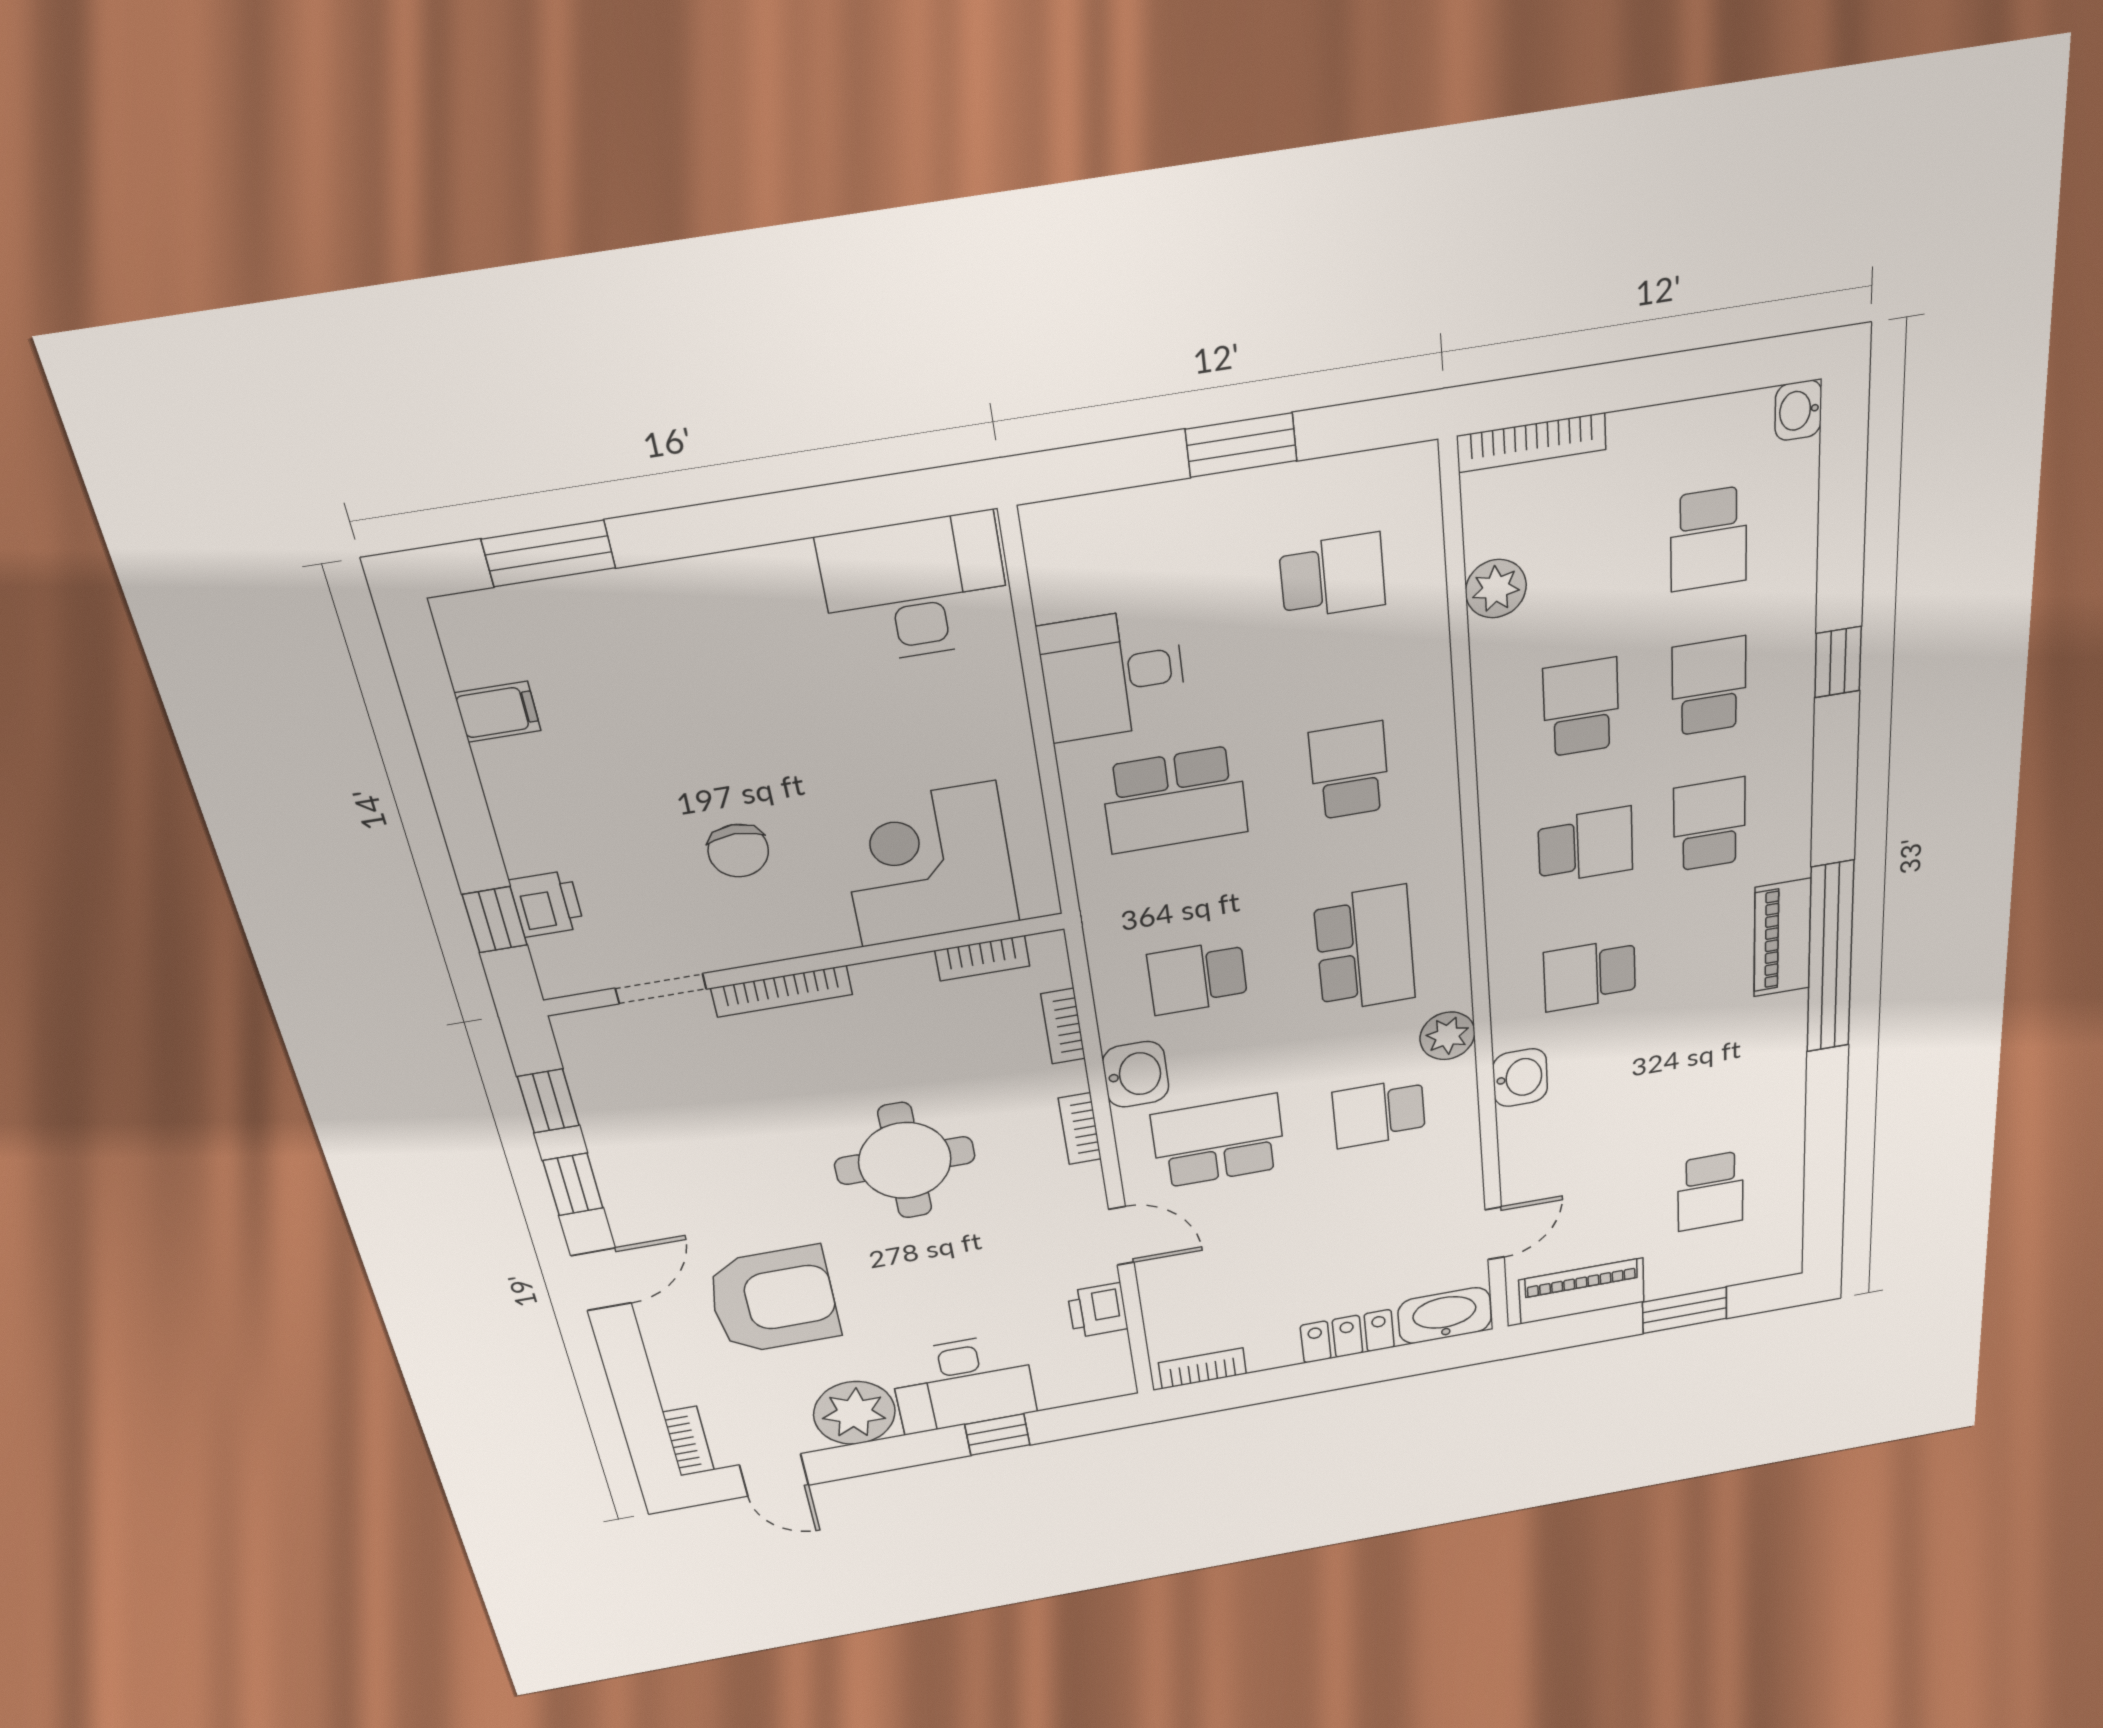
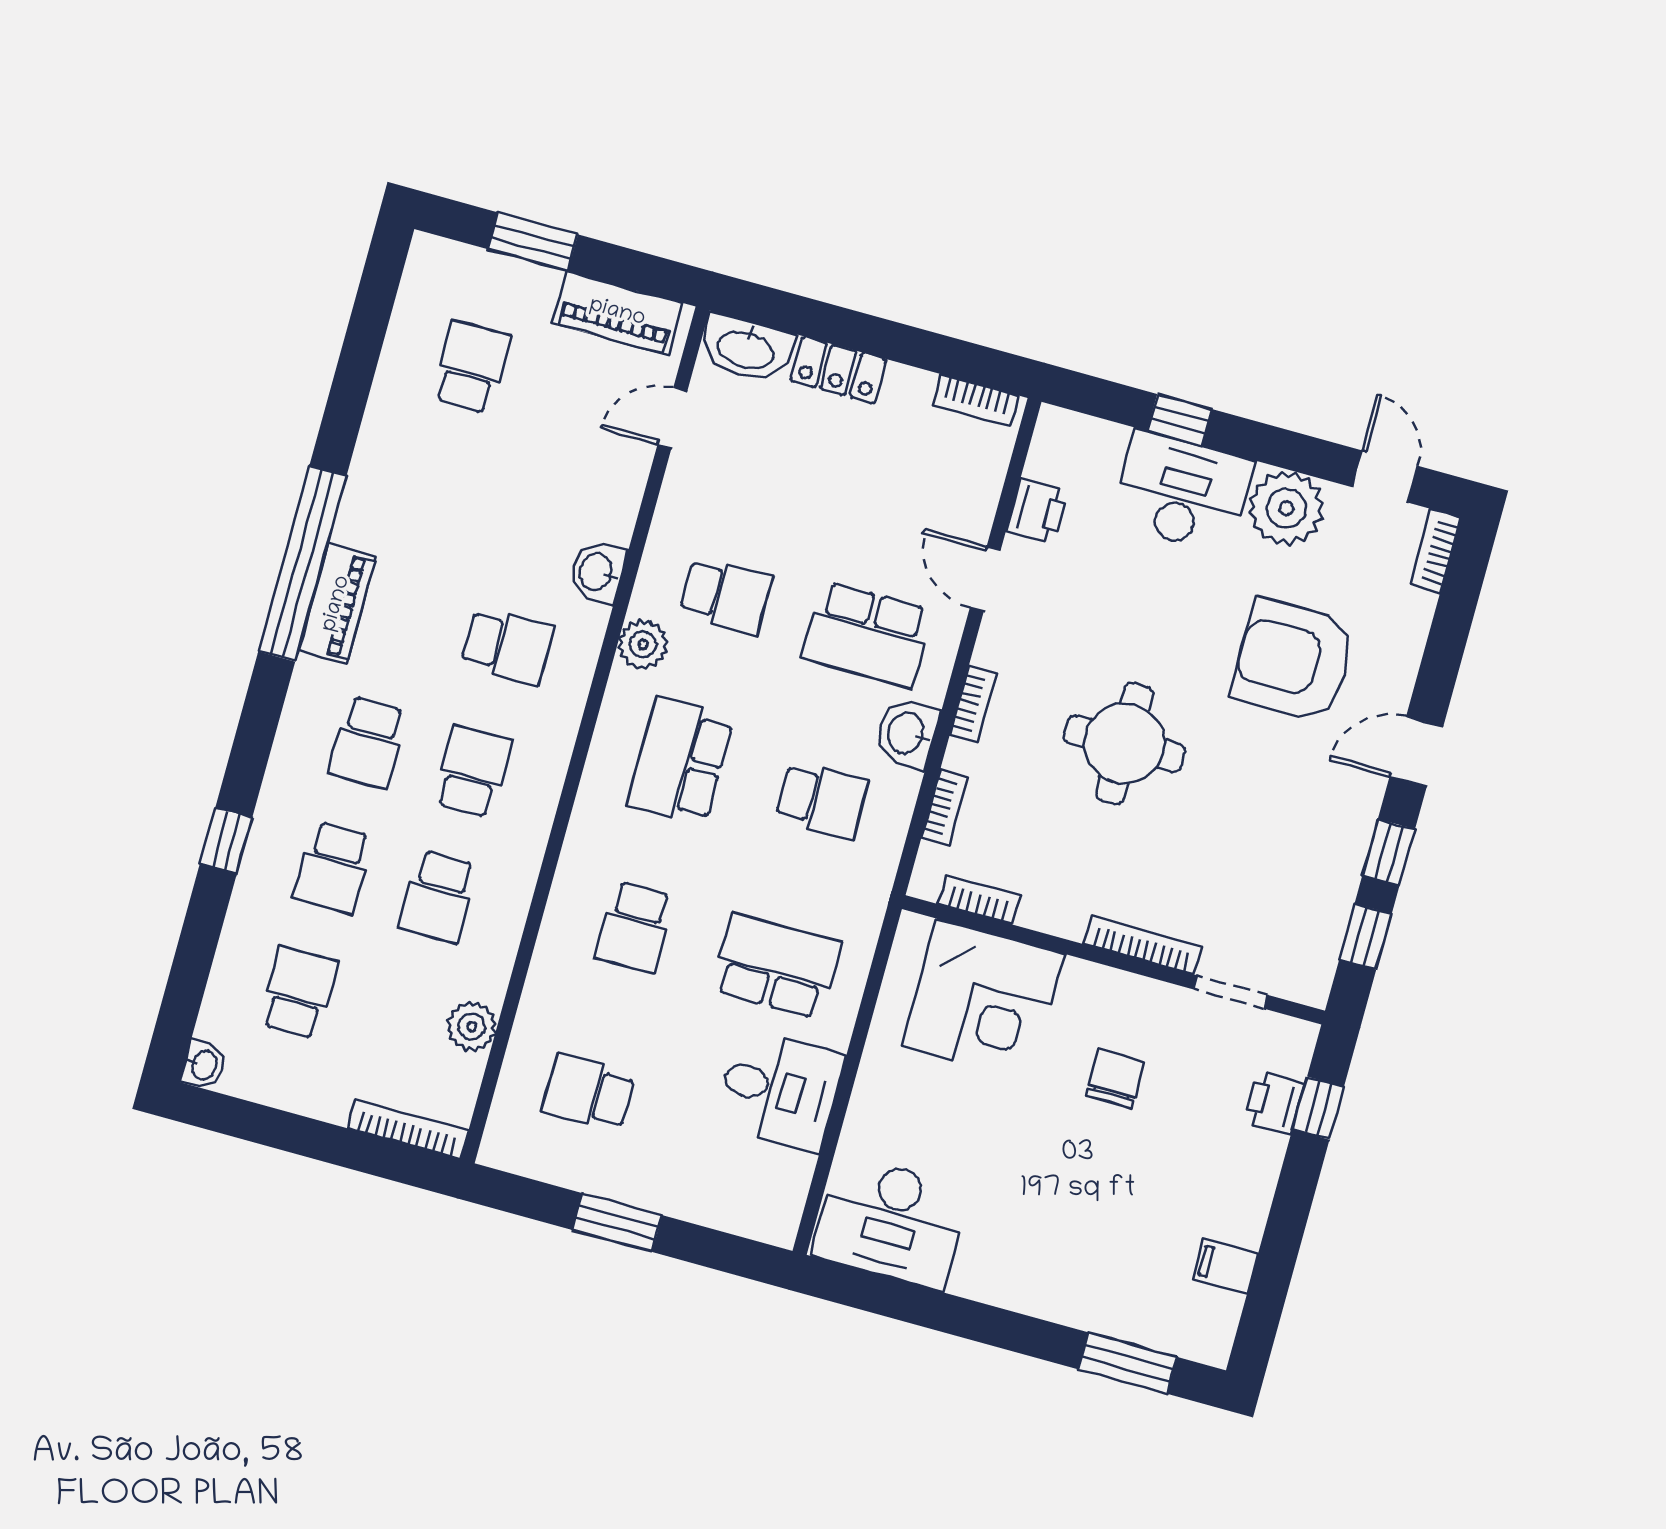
school desk: (1585, 845) -> (473, 771), turned 90

